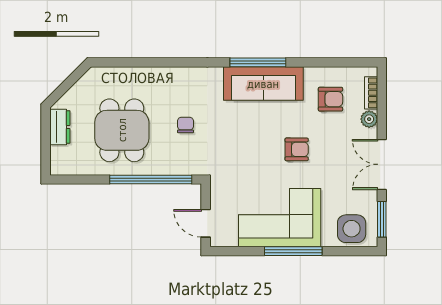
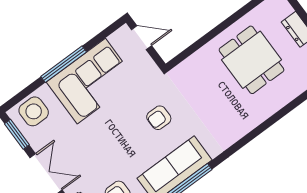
chair: (185, 125) -> (208, 98), removed
armchair: (297, 149) -> (159, 118), moved
window: (151, 180) -> (204, 40), removed

